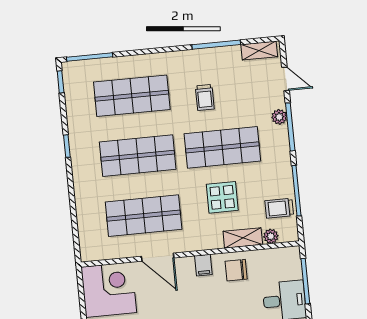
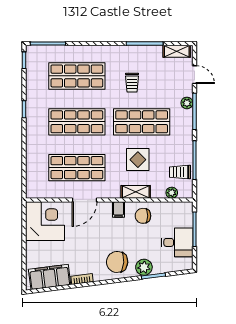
shelving: (243, 238) -> (136, 192), moved
door: (158, 257) -> (84, 200), hinge flipped

